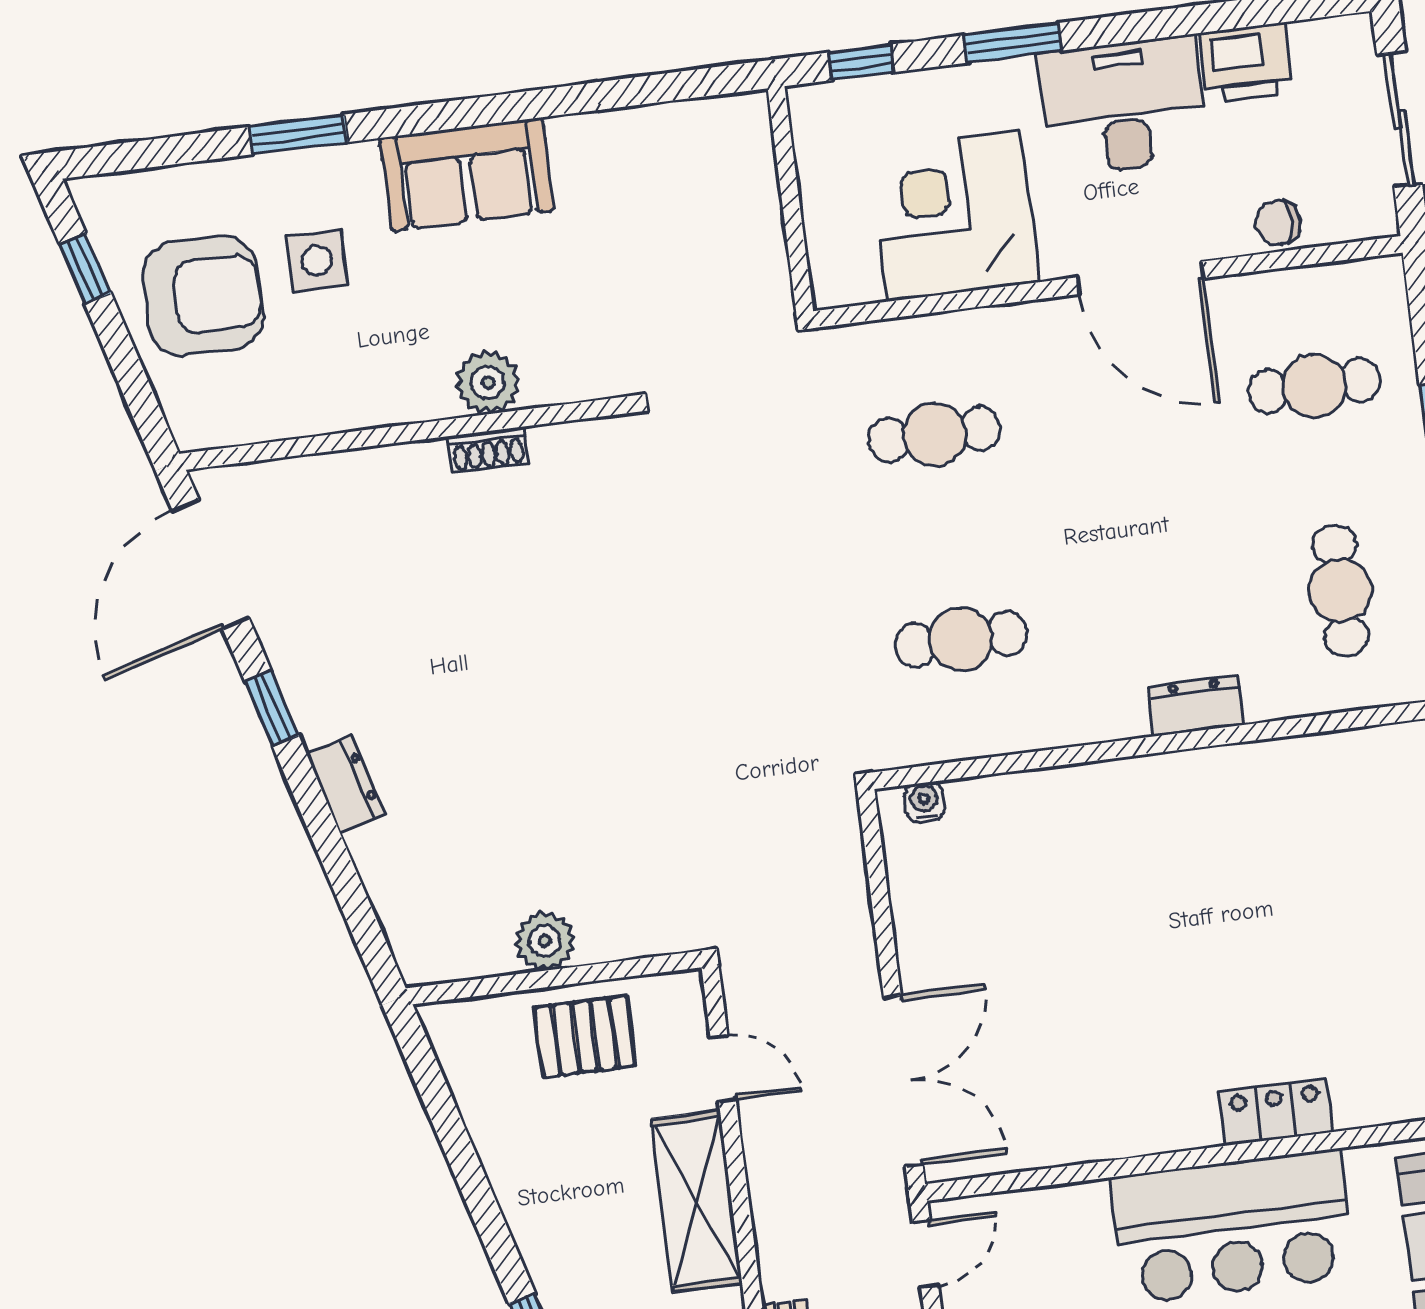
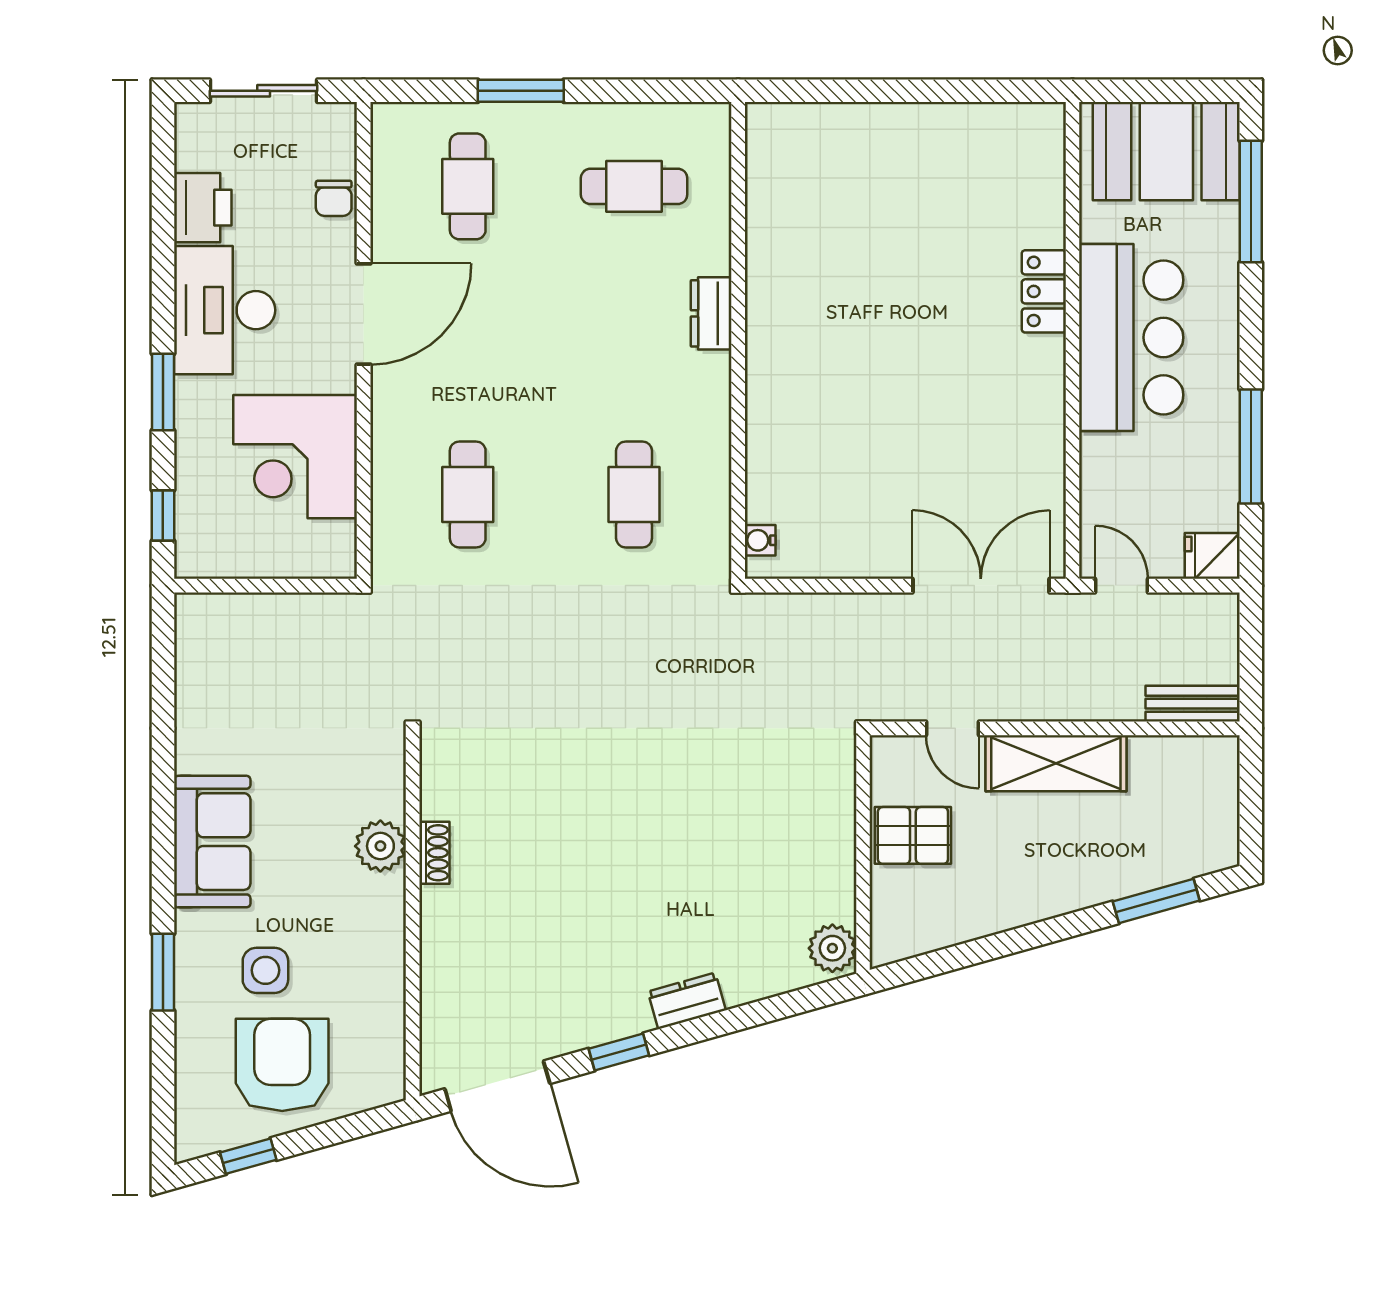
plant: (545, 941) -> (832, 948), moved
pallet: (585, 1037) -> (913, 835), turned 90
door: (723, 1068) -> (953, 728), swing flipped

